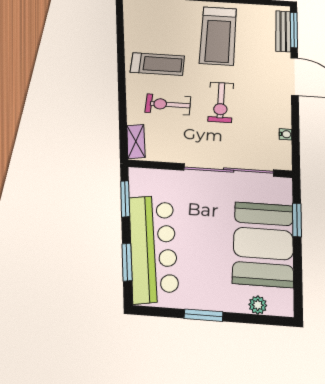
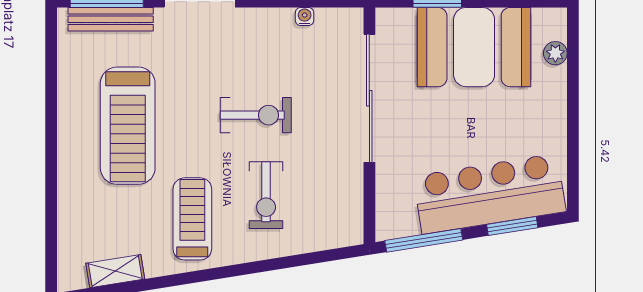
treadmill: (218, 35) -> (128, 126), turned 90
shelving: (136, 141) -> (115, 271), moved
window: (125, 199) -> (424, 240), width x1.44
window: (204, 315) -> (573, 121), removed

